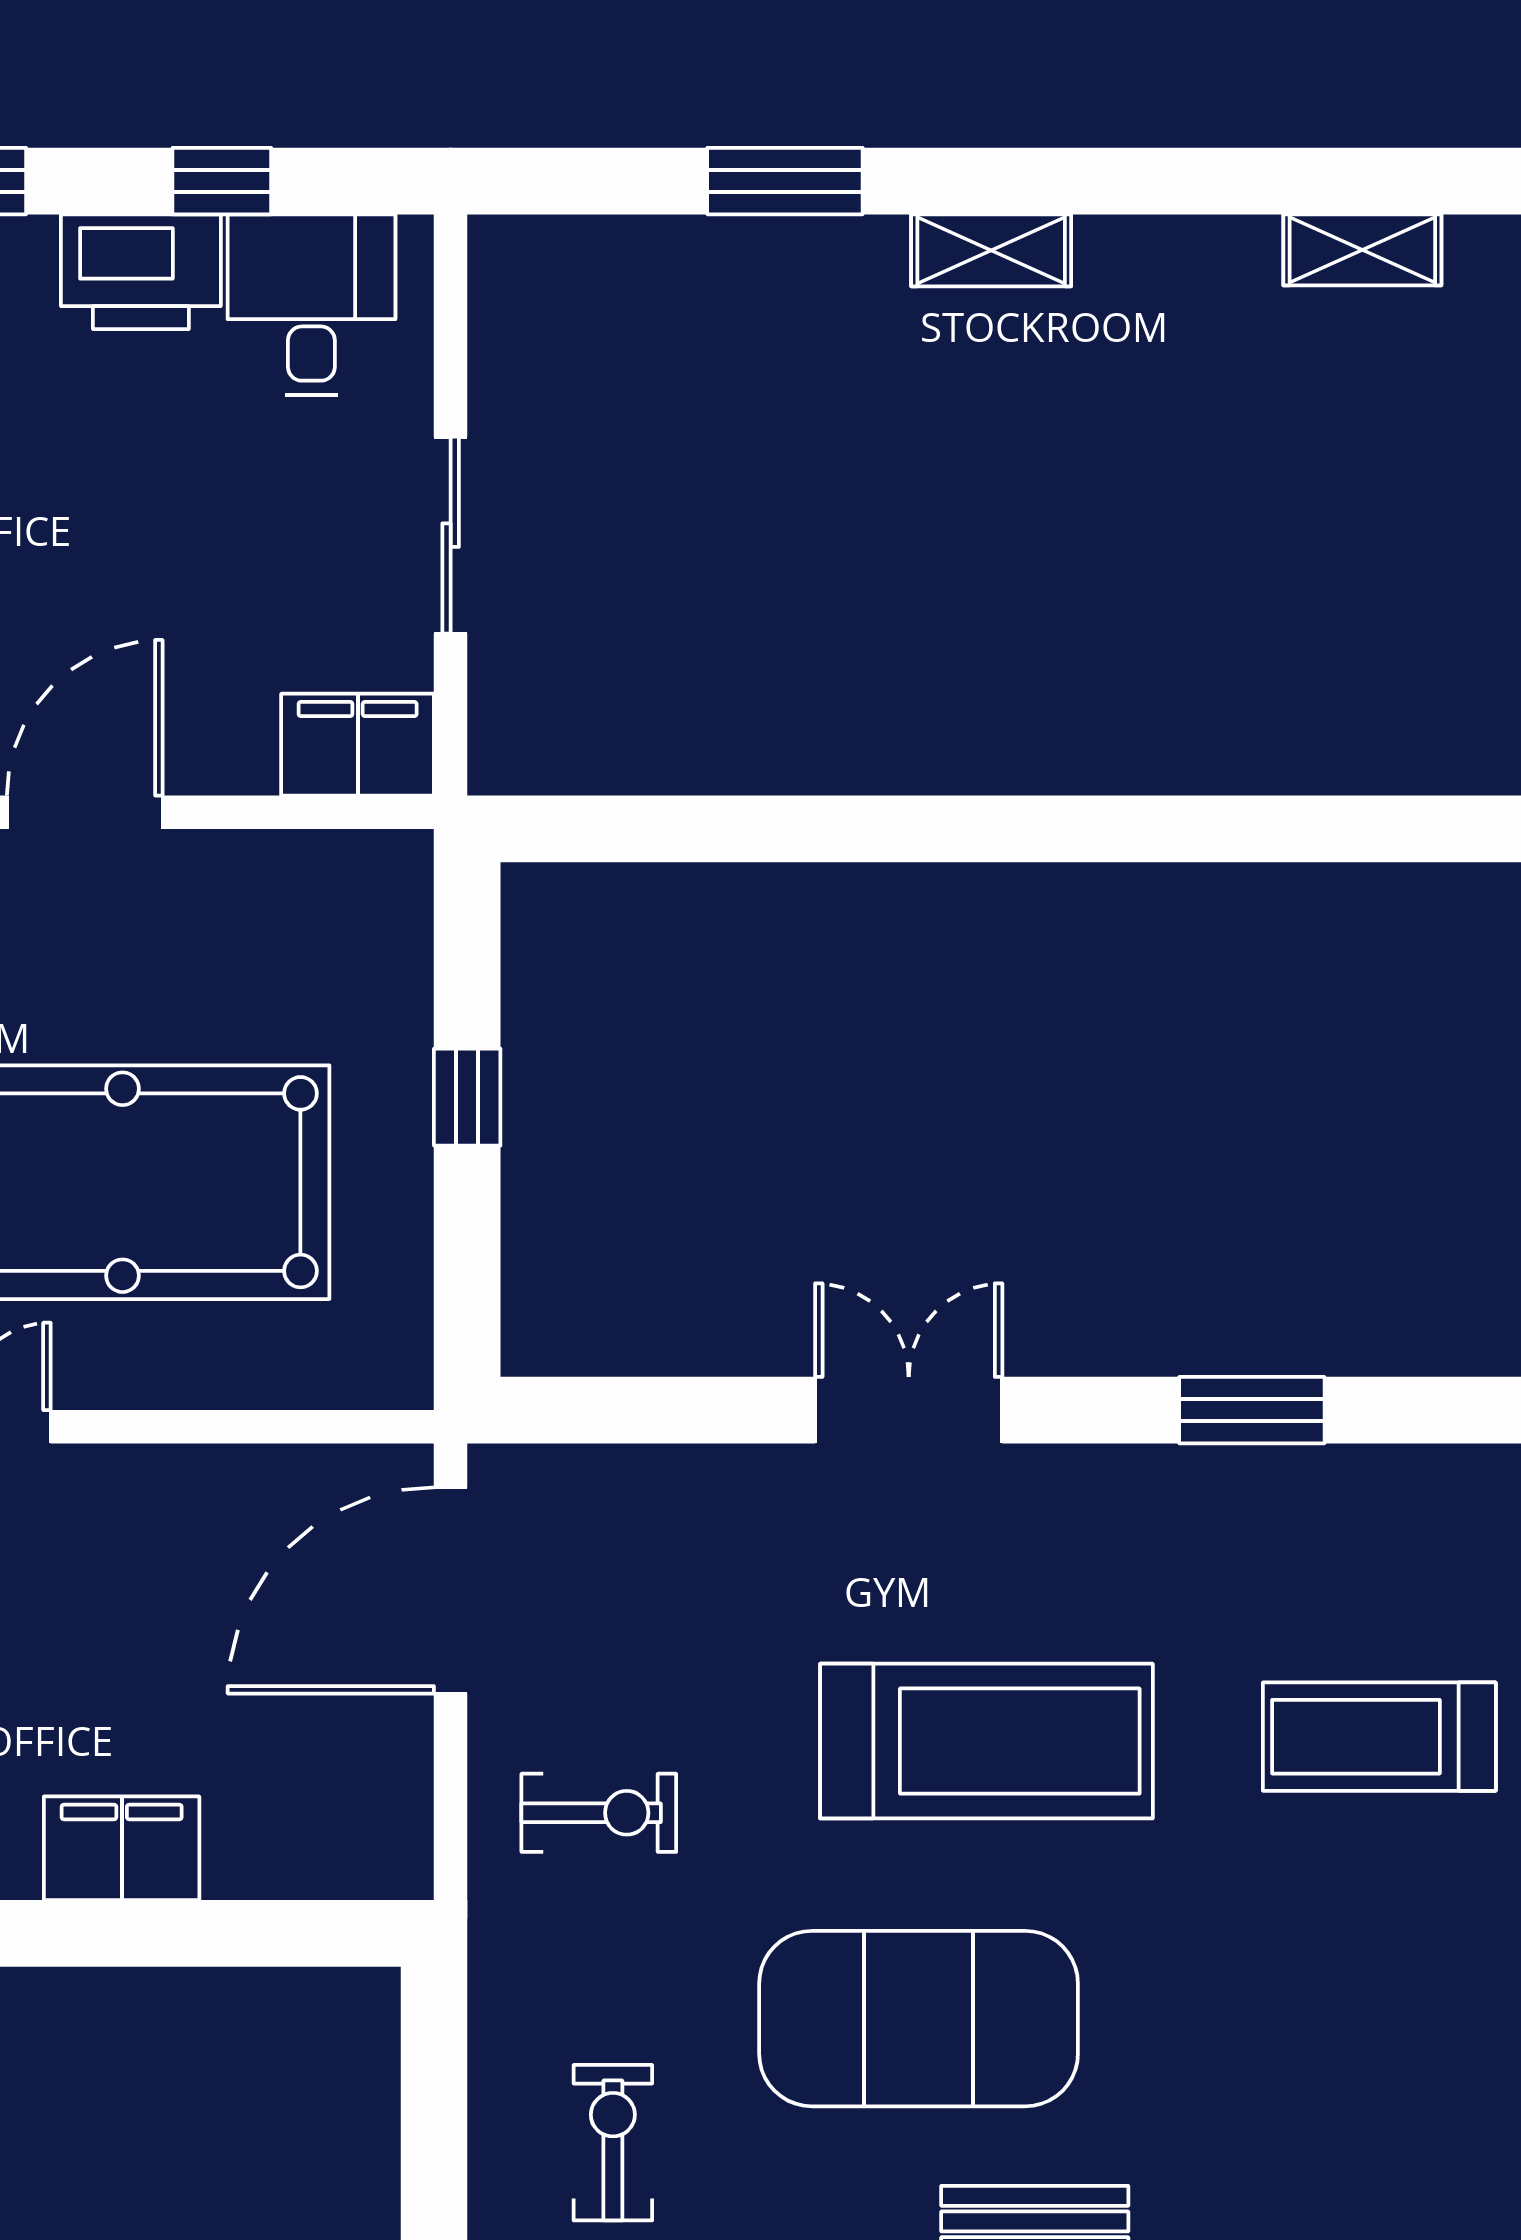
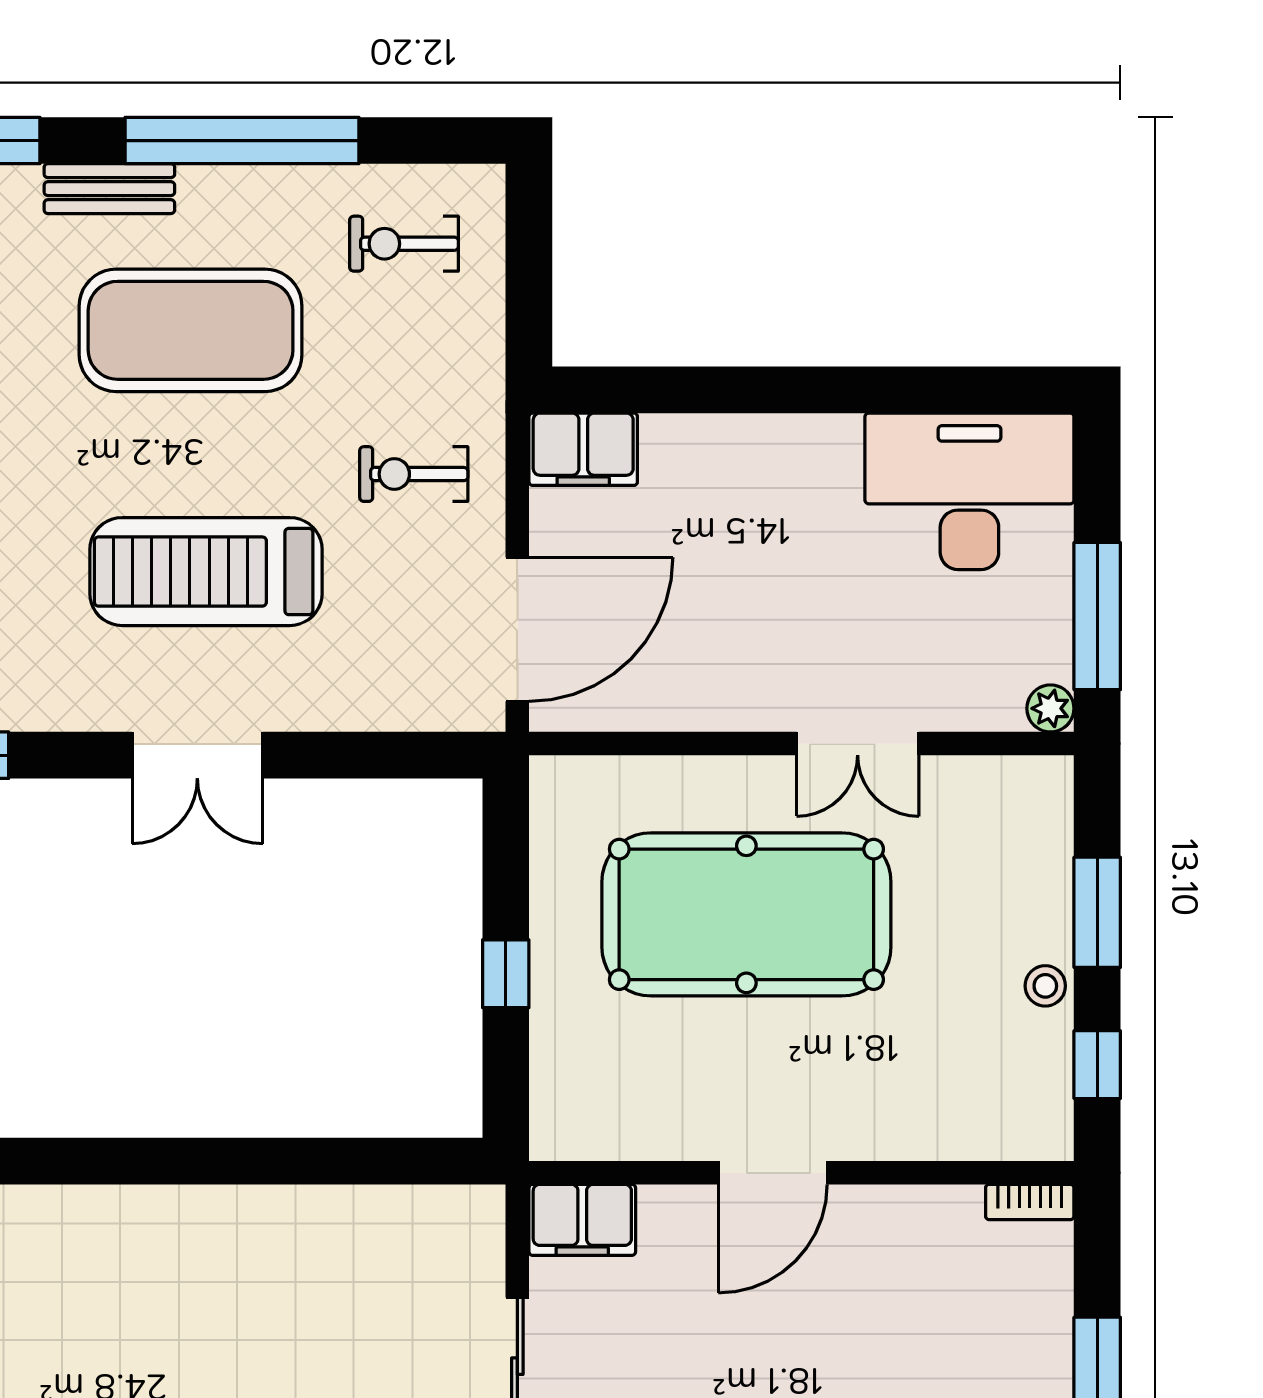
treadmill: (986, 1741) -> (206, 572), moved
filing cabinet: (122, 1848) -> (583, 449), moved
exercise bike: (613, 2143) -> (404, 244), turned 90

